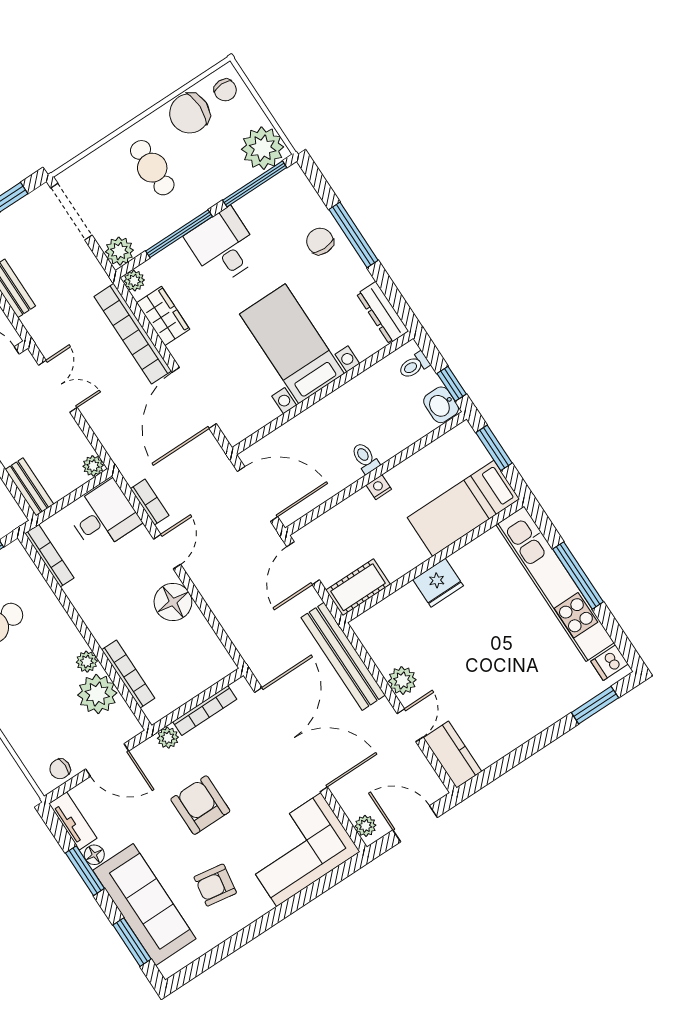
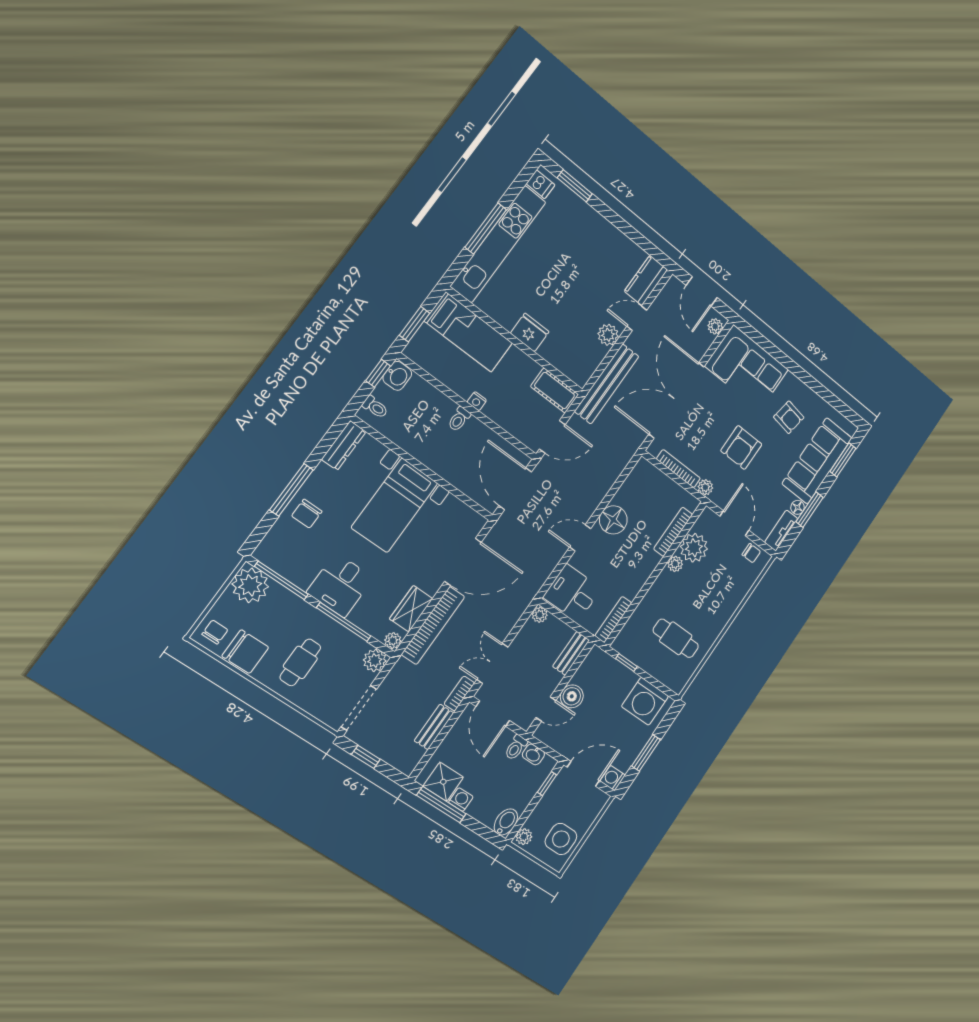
bookcase: (150, 502) -> (459, 693), moved

